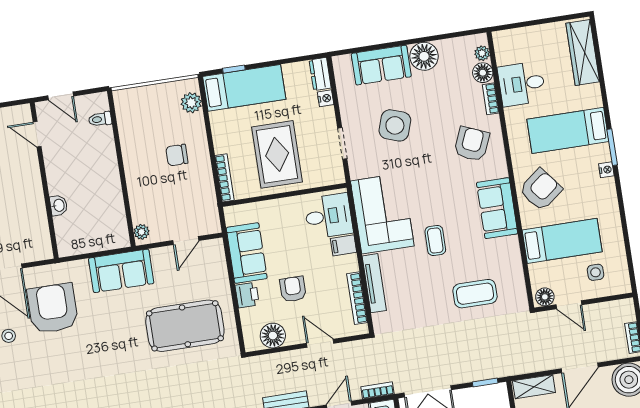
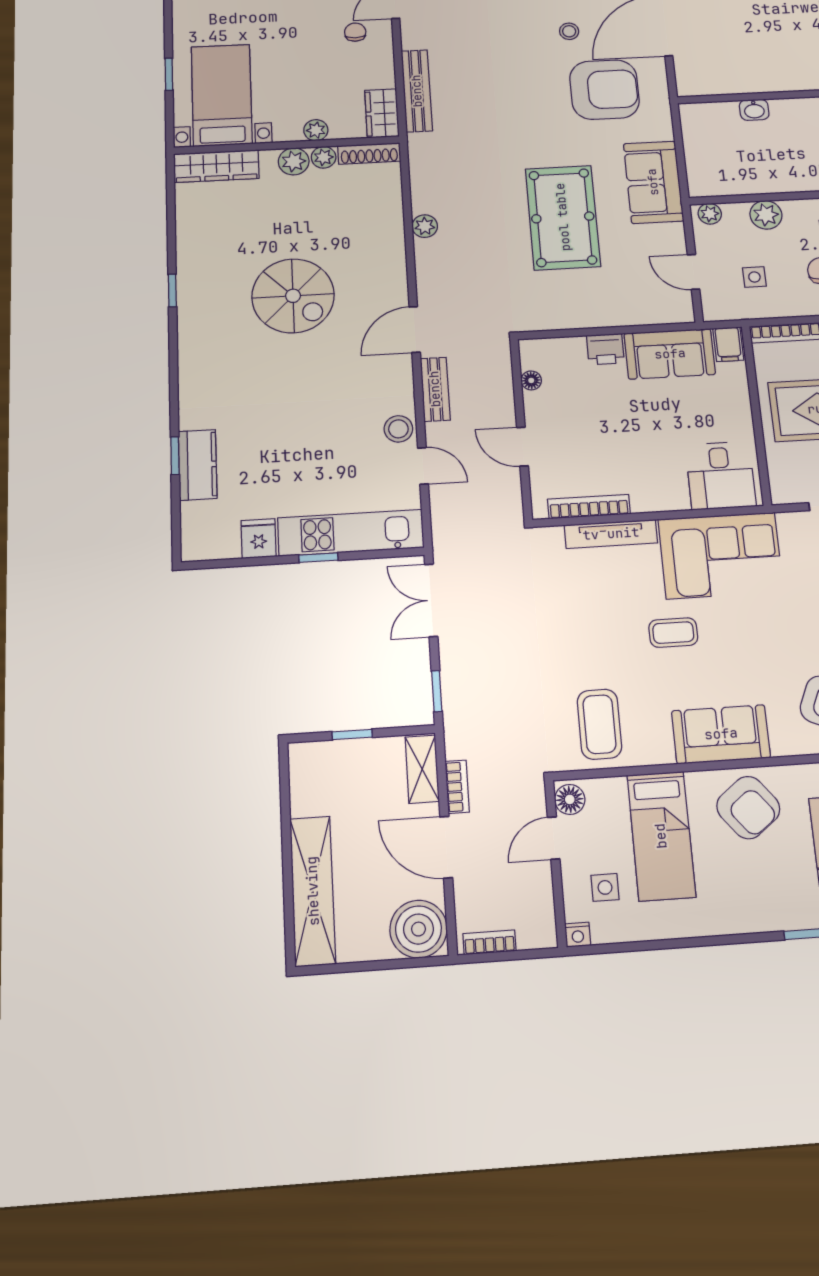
nightstand: (606, 170) -> (578, 935), moved
plant: (139, 194) -> (766, 215), added
side table: (186, 200) -> (754, 277), added
filing cabinet: (343, 245) -> (728, 344), moved, turned 180
armchair: (293, 289) -> (610, 414), removed
coffee table: (475, 294) -> (599, 724), moved
pool table: (185, 326) -> (563, 217), moved
floor lamp: (273, 336) -> (531, 380), width x0.53, depth x0.53
door: (320, 343) -> (523, 447), swing flipped
bookcase: (377, 390) -> (457, 787), moved

